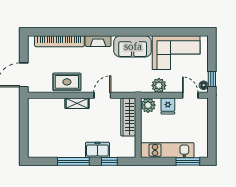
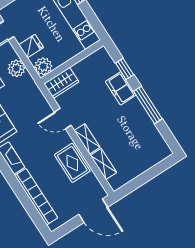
shelving: (52, 103) -> (103, 164), added
wardrobe: (128, 117) -> (61, 83), width x0.67

